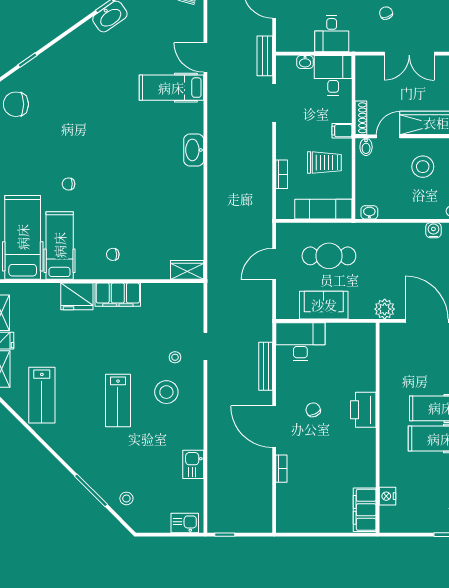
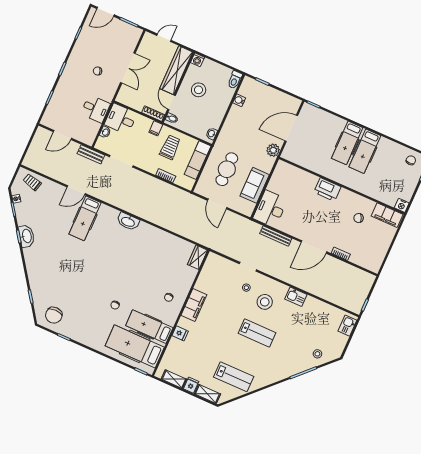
fridge: (77, 296) -> (180, 333), width x0.53, depth x0.75
chair: (313, 410) -> (359, 218), moved
kitchen sink: (193, 464) -> (296, 297), moved
nightstand: (388, 496) -> (402, 205), moved

